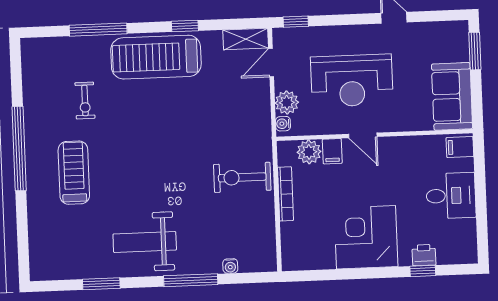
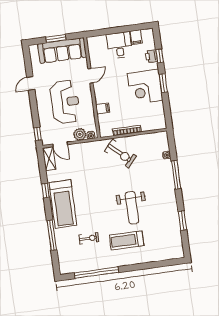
window: (475, 51) -> (56, 38), moved
sofa: (452, 96) -> (62, 50), width x1.36
door: (363, 135) -> (90, 76), moved
filing cabinet: (460, 147) -> (136, 37), moved
window: (19, 149) -> (96, 273), moved
plant: (309, 152) -> (104, 120), removed
exercise bike: (242, 177) -> (121, 153), turned -47
weight bench: (145, 242) -> (132, 208), moved
window: (370, 273) -> (163, 83), added

